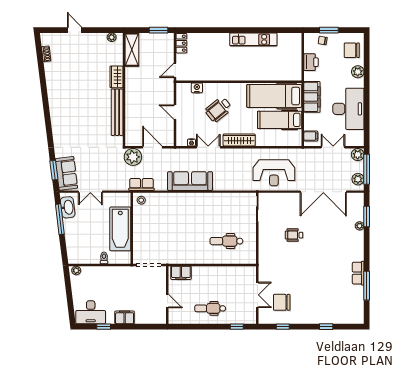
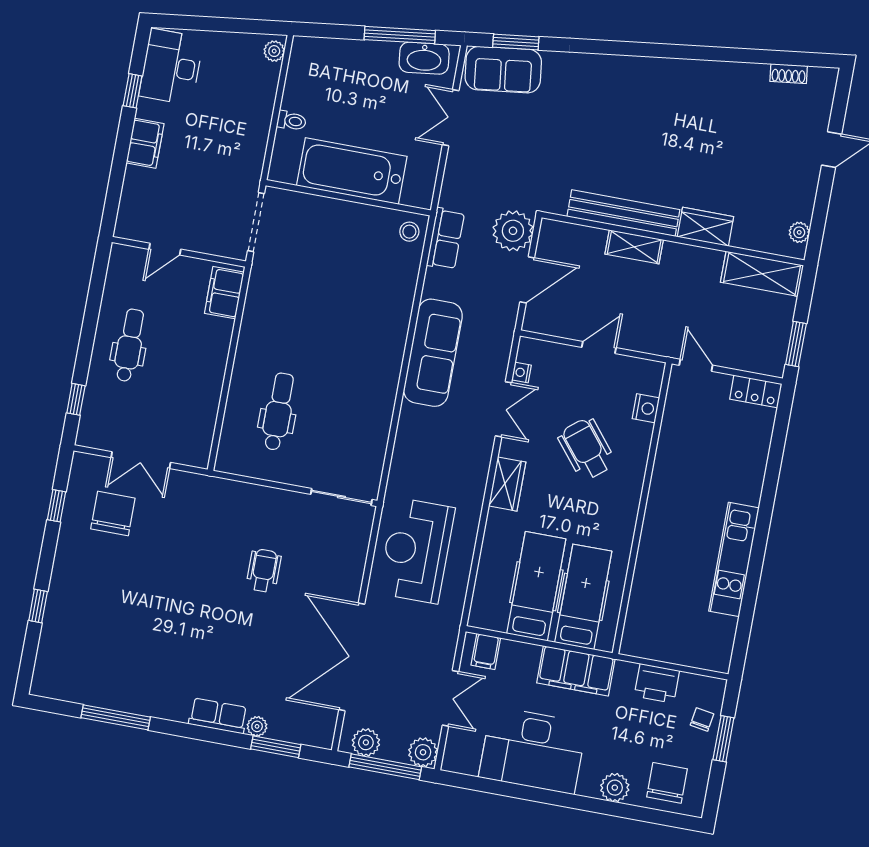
hospital bed: (274, 96) -> (583, 597), width x0.73, depth x0.78
shelving: (130, 105) -> (634, 247), added
wardrobe: (239, 140) -> (507, 484), width x0.67
row of seats: (358, 273) -> (218, 716), moved

